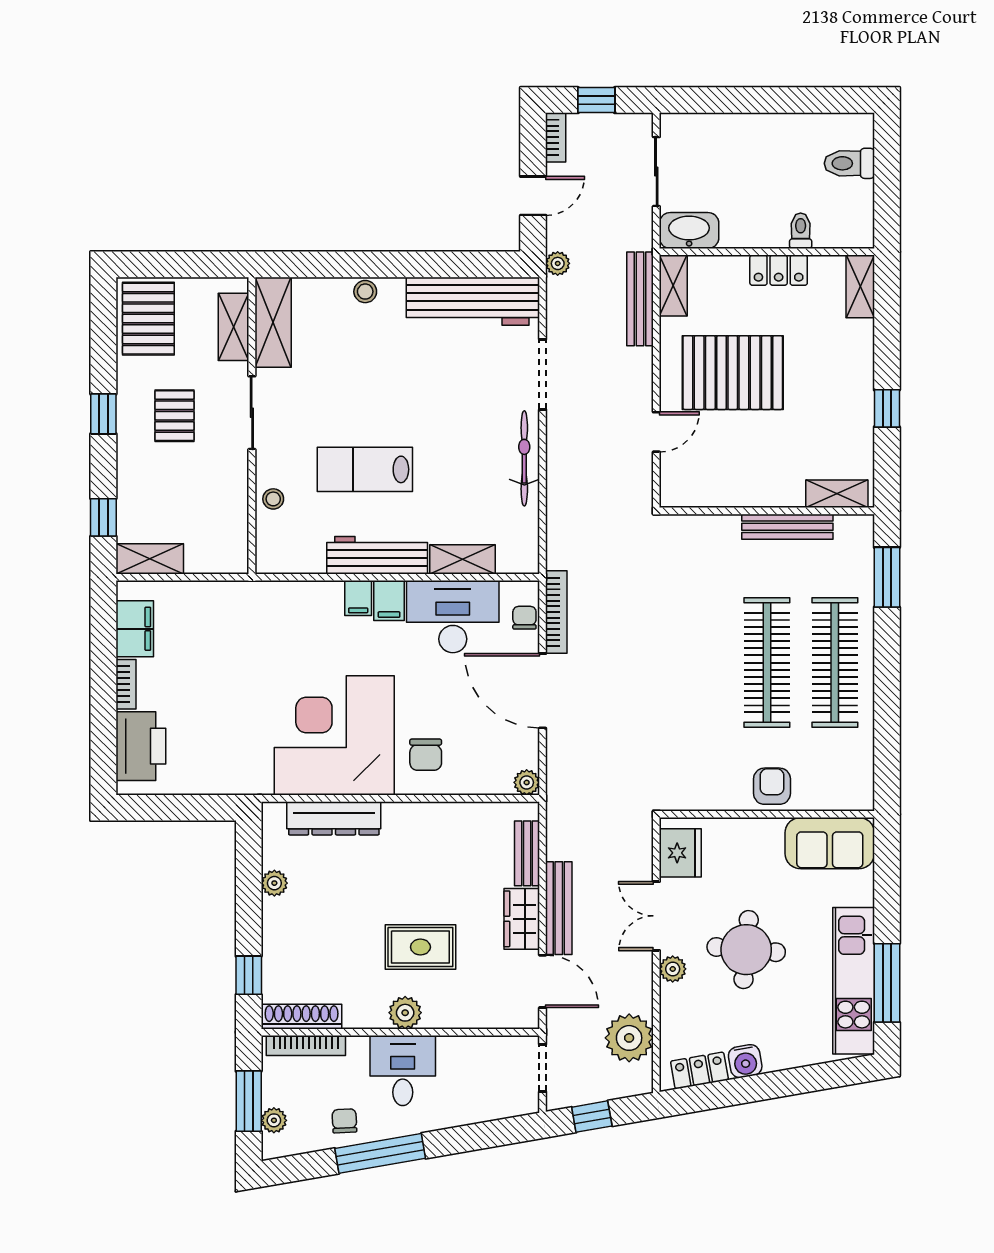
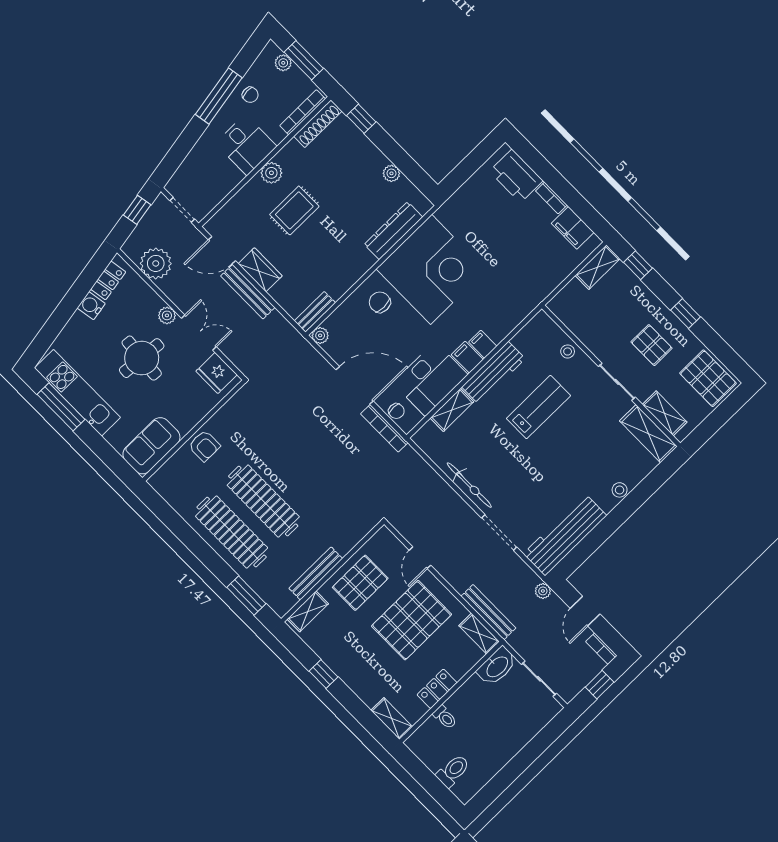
pallet: (749, 469) -> (360, 583), added
bench: (527, 853) -> (315, 312), moved, turned 90

